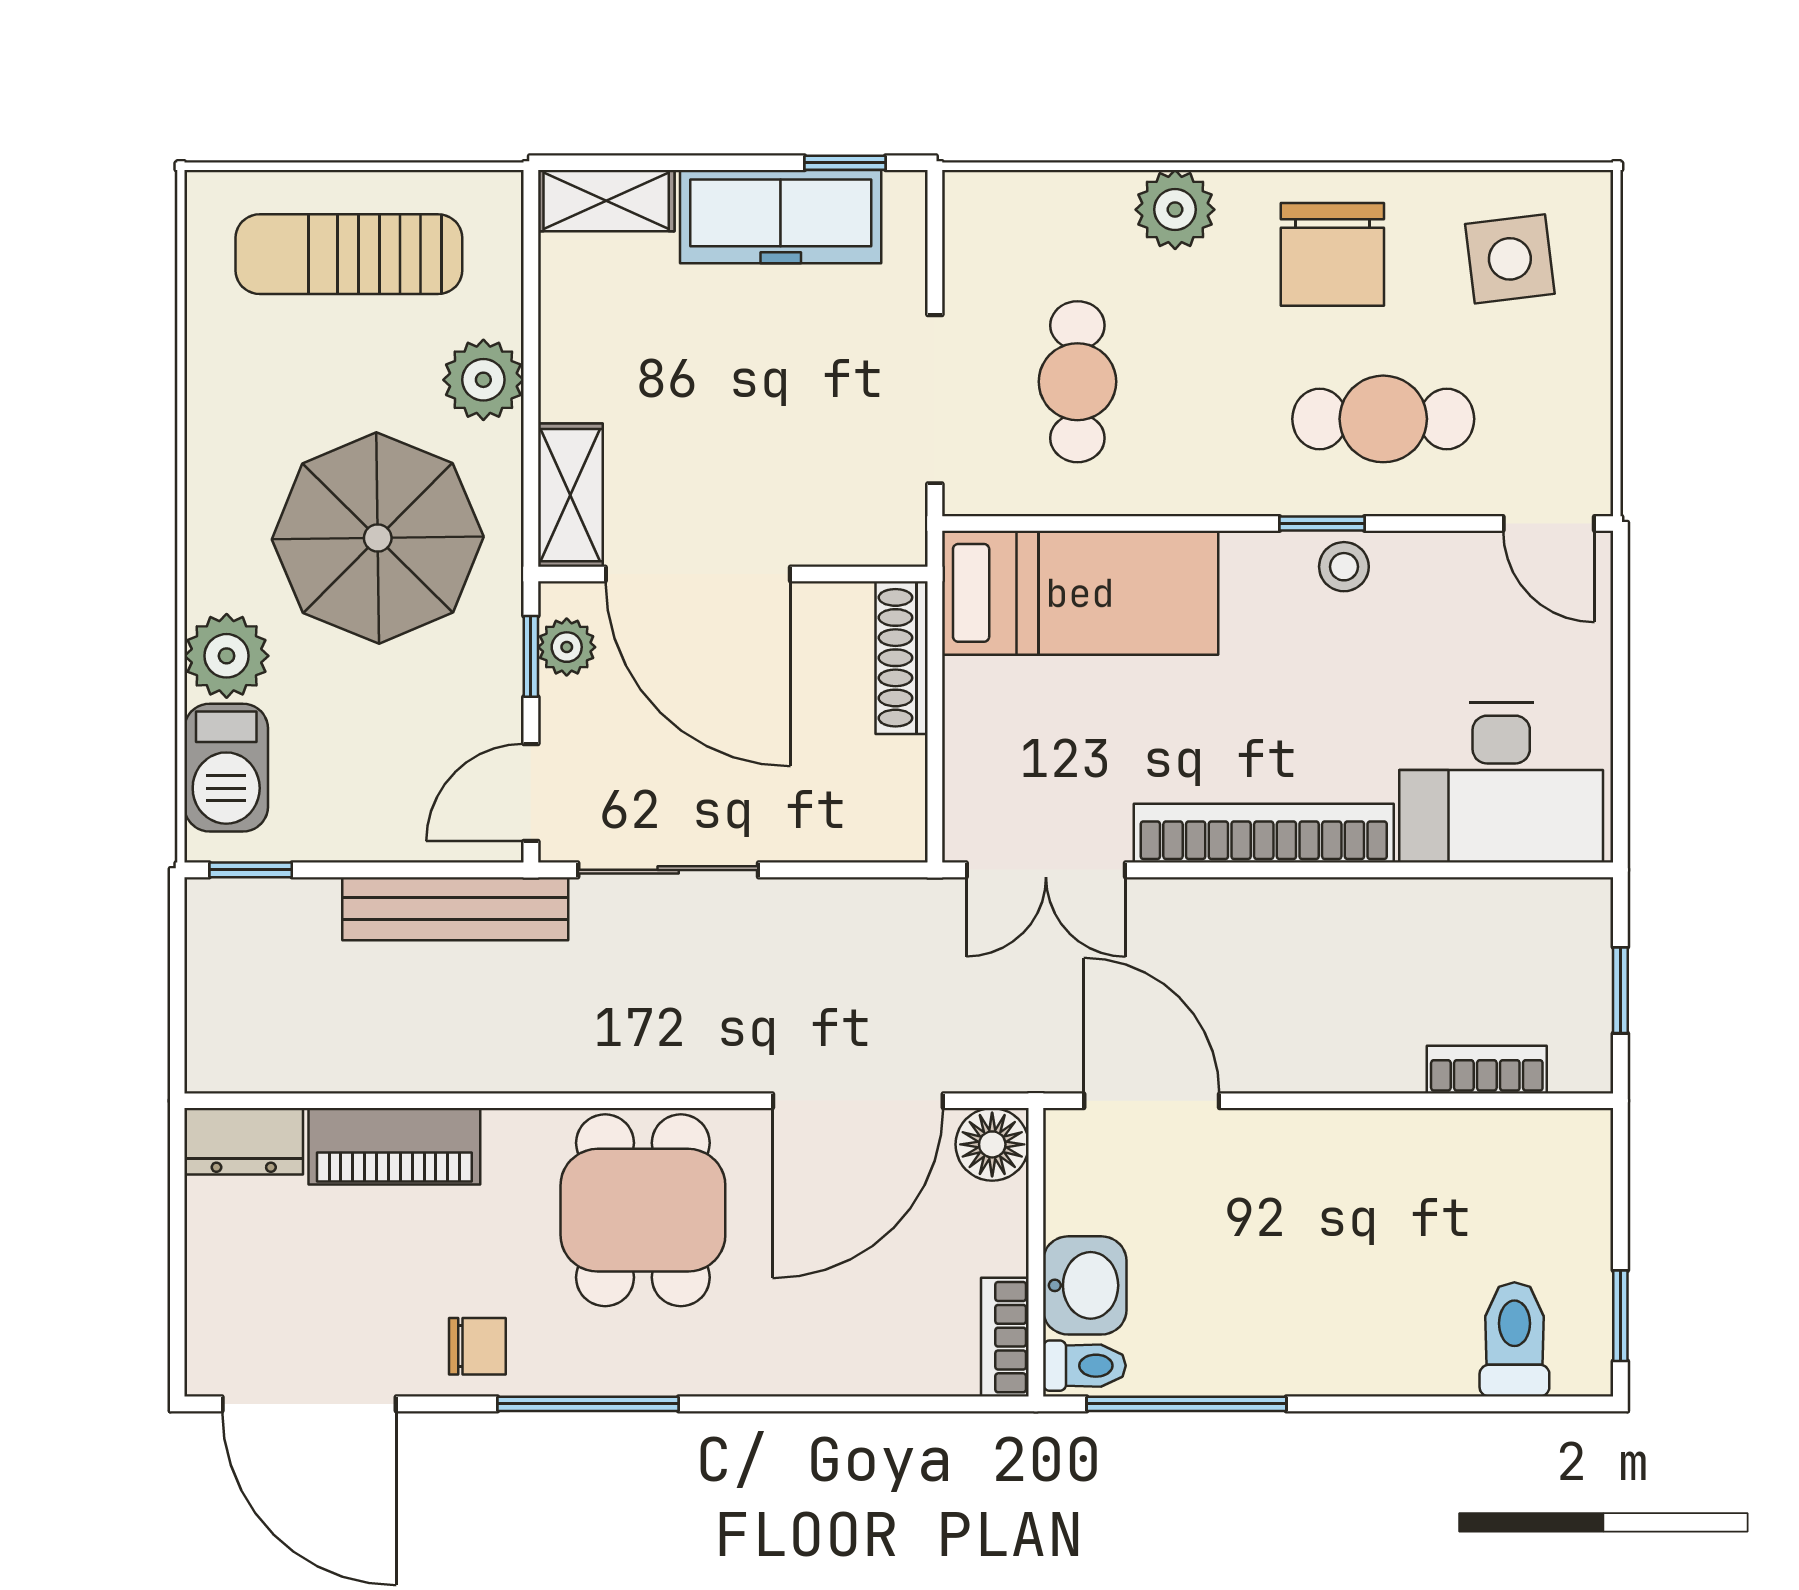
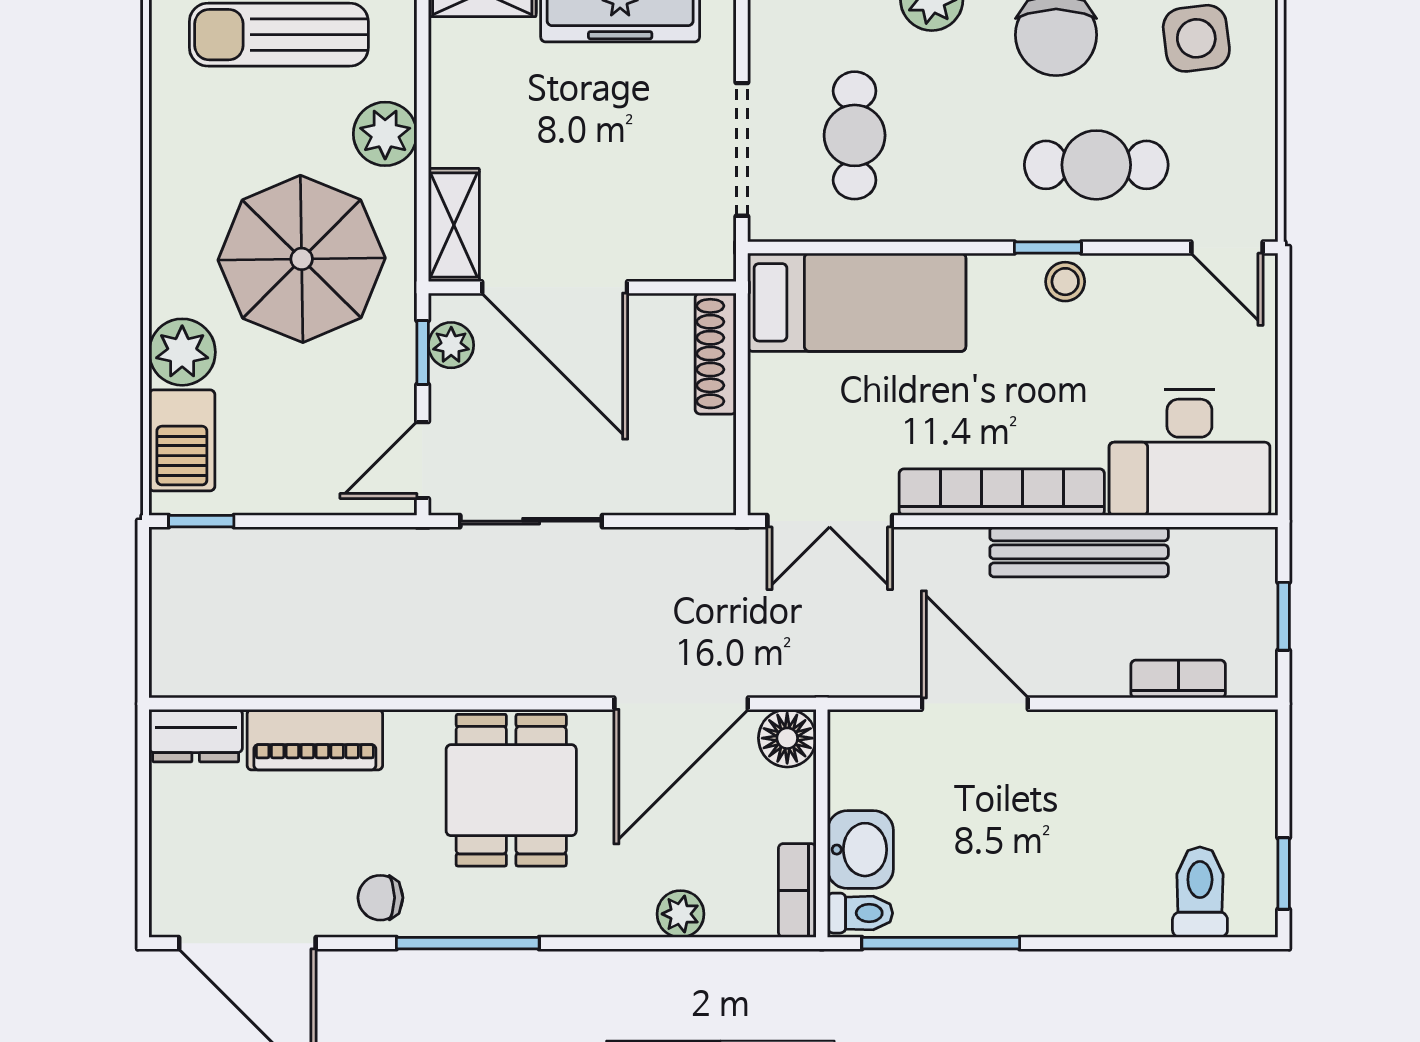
bench: (455, 909) -> (1079, 552), moved
door: (1152, 1101) -> (975, 704), moved
chair: (477, 1346) -> (380, 898), turned 180
plant: (857, 1367) -> (680, 914), added

